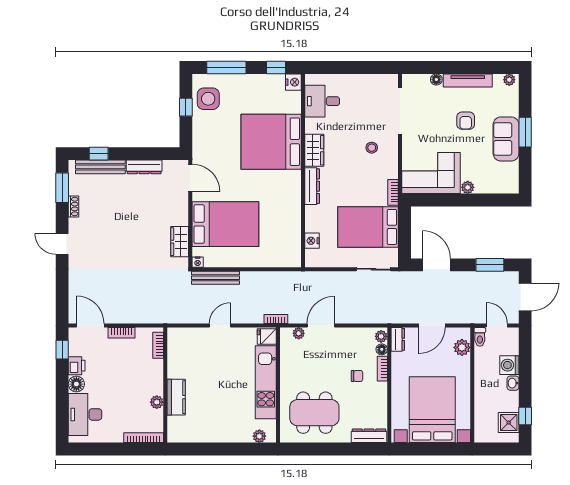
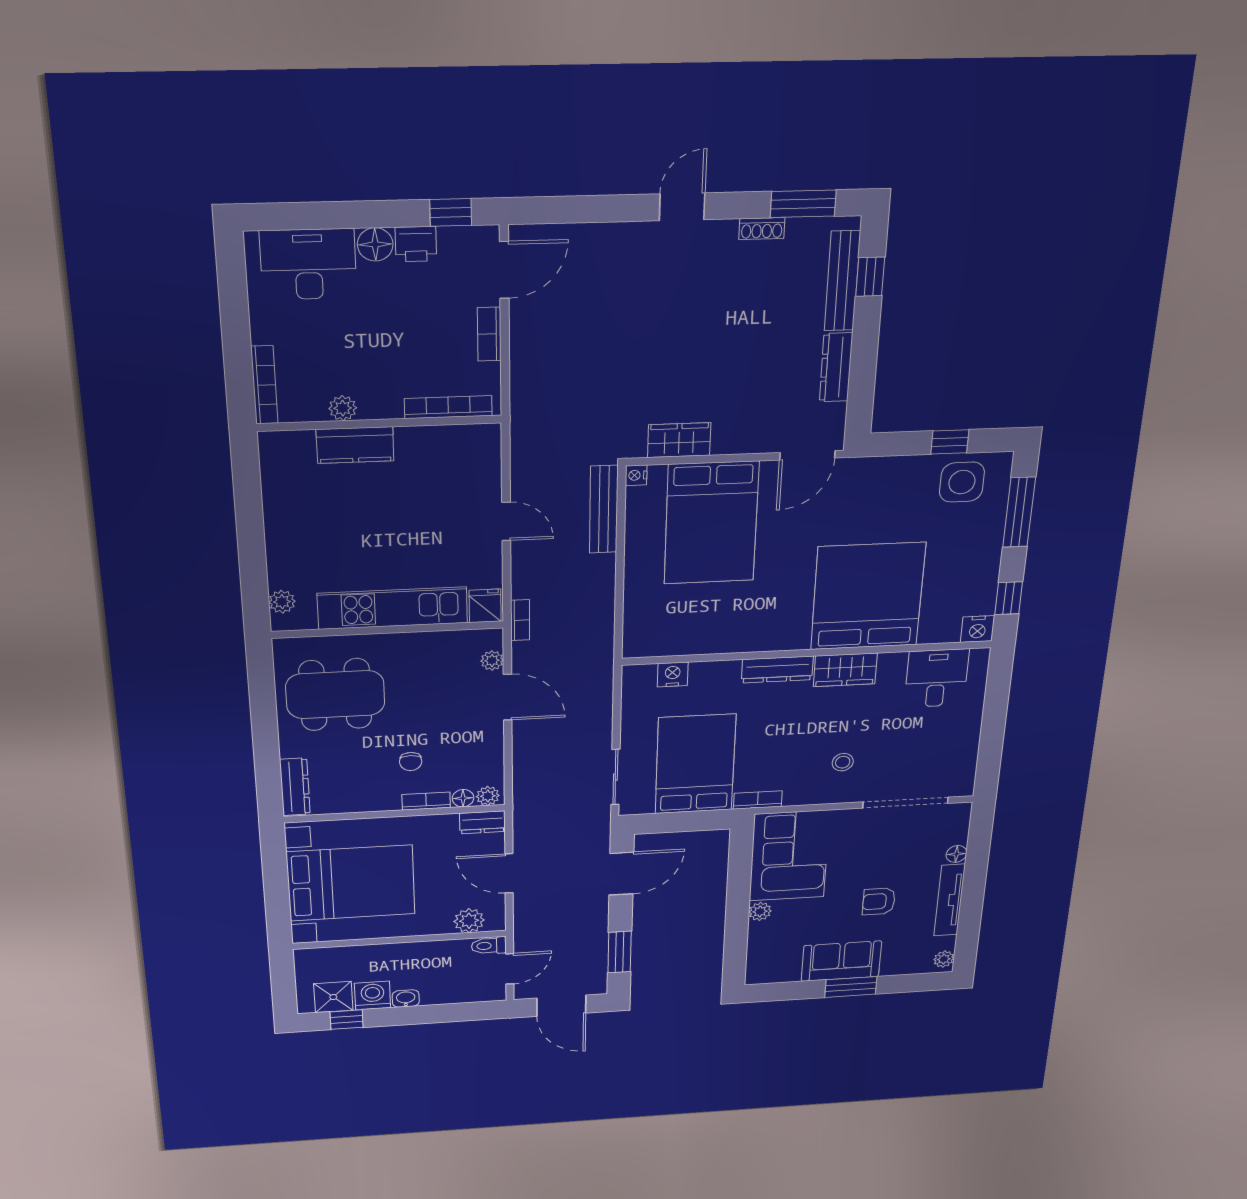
bookcase: (158, 345) -> (448, 407), width x1.56
washing machine: (509, 365) -> (373, 996), moved
dining table: (314, 413) -> (335, 695), turned 90

